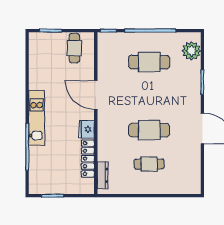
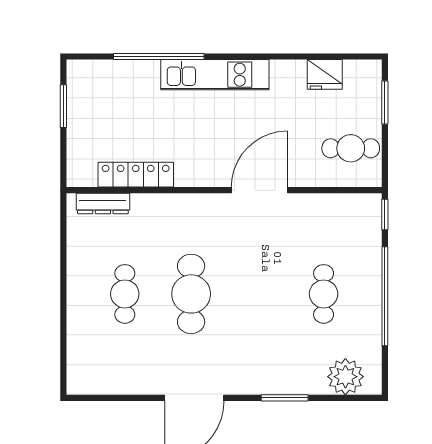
cafe table: (149, 62) -> (324, 294), width x0.73, depth x0.74
fridge: (87, 129) -> (325, 74), moved, turned 180

